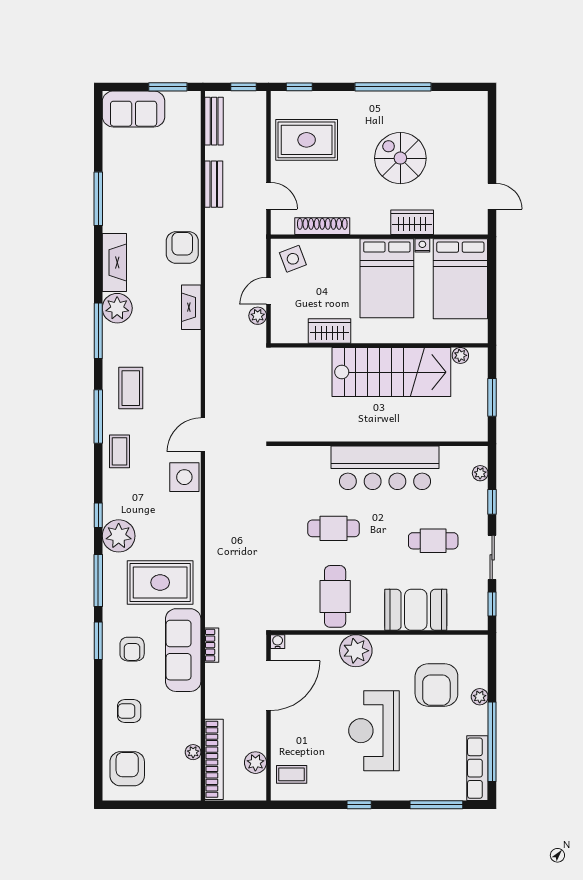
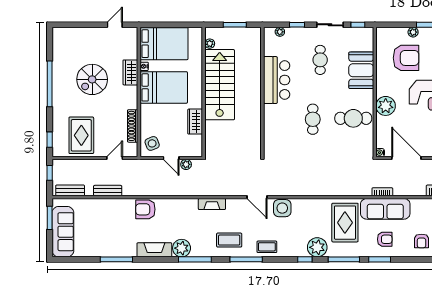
sofa: (134, 109) -> (63, 232), width x1.36
fireplace: (191, 307) -> (212, 204), moved
bar counter: (385, 468) -> (277, 80), width x0.73

